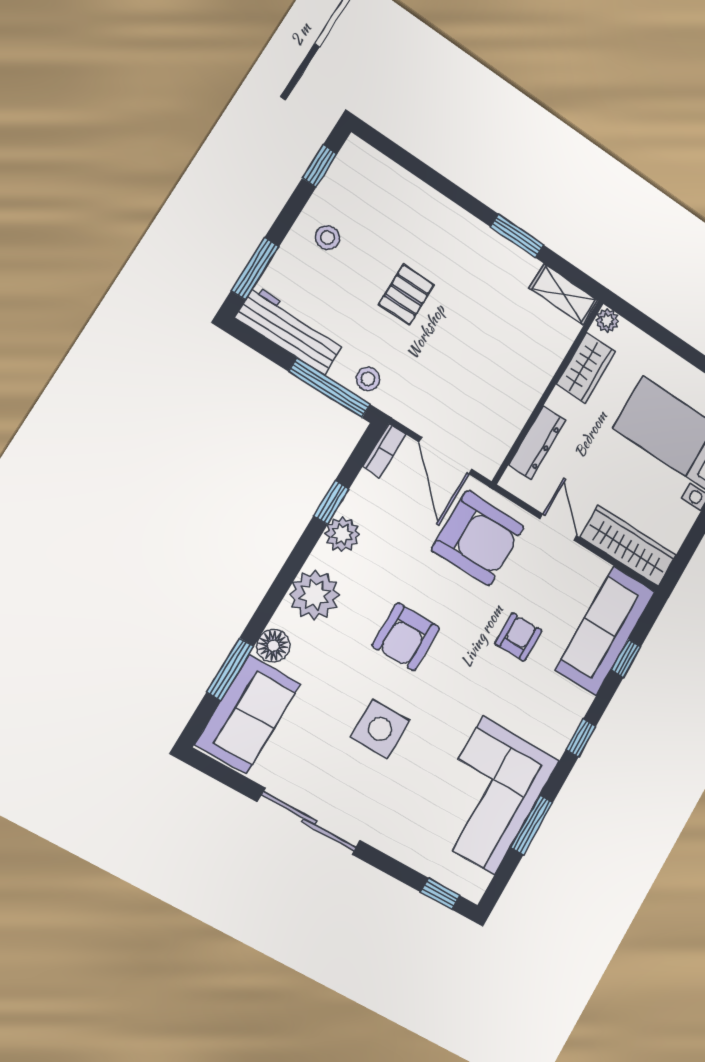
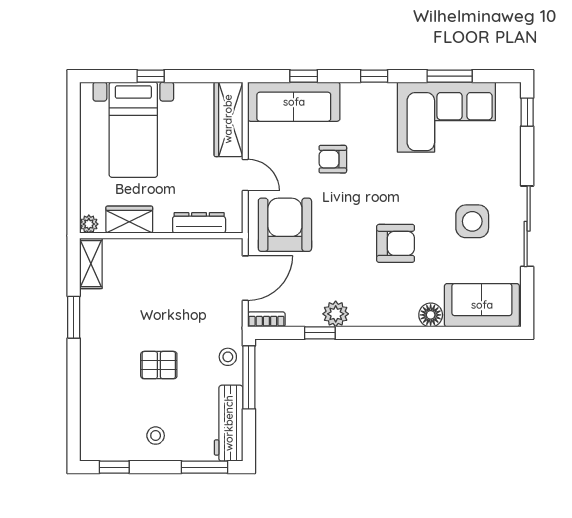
door: (558, 527) -> (245, 175), swing flipped
plant: (314, 595) -> (384, 308), removed
armchair: (406, 637) -> (396, 243), moved
window: (230, 669) -> (460, 333), removed
side table: (380, 729) -> (472, 221), moved

